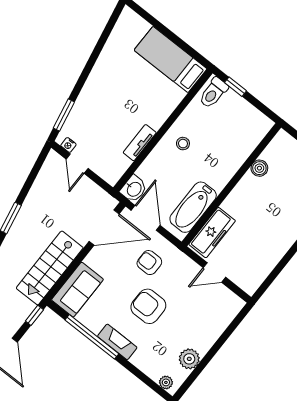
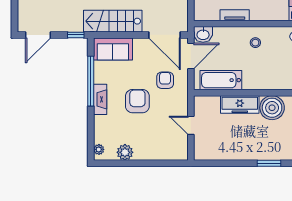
boiler: (259, 168) -> (272, 108), width x1.86, depth x1.86
freezer: (212, 233) -> (240, 104), moved

